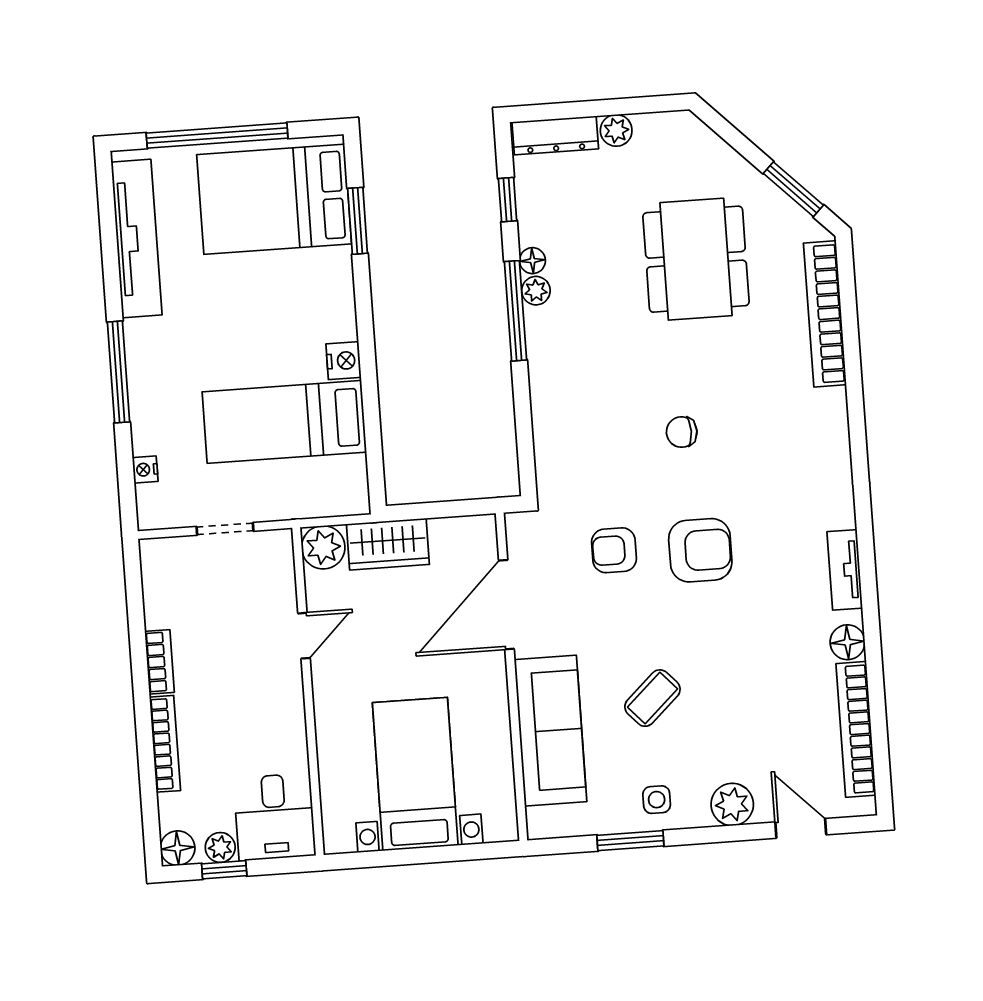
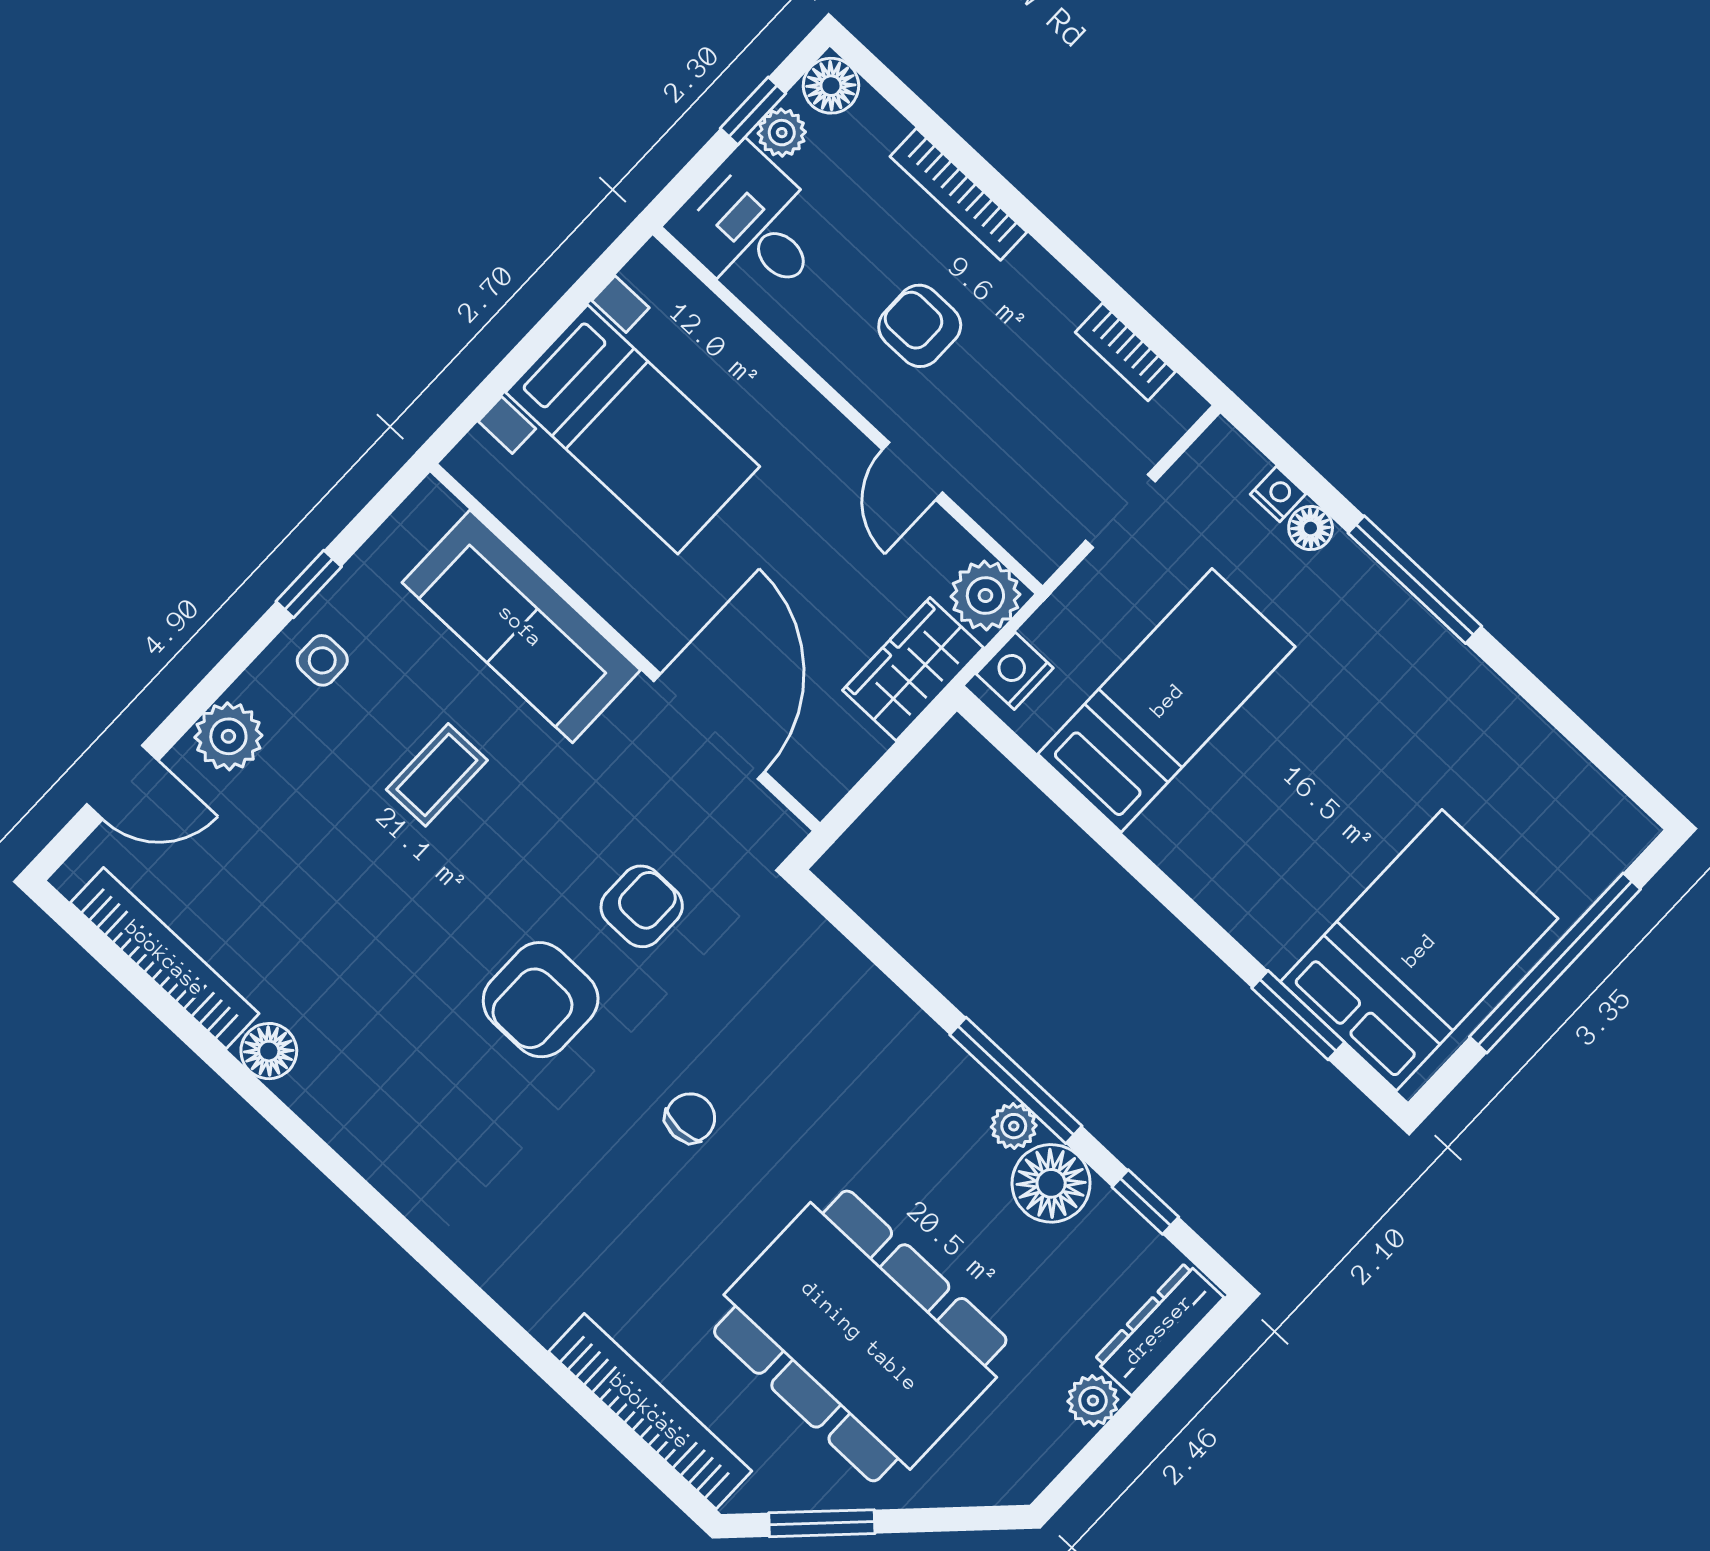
tv unit: (137, 238) -> (1538, 755), removed
dining table: (696, 259) -> (860, 1336), width x1.36, depth x1.24
floor lamp: (532, 261) -> (1051, 1183), width x1.89, depth x1.89
nightstand: (343, 361) -> (1015, 671), moved, turned 90
floor lamp: (145, 440) -> (1311, 528), added
tv unit: (845, 570) -> (350, 1133), removed
bookcase: (159, 662) -> (1125, 352), moved
coffee table: (652, 698) -> (437, 775), turned 43
armchair: (239, 700) -> (920, 326), added
window: (630, 841) -> (309, 584), width x0.67

